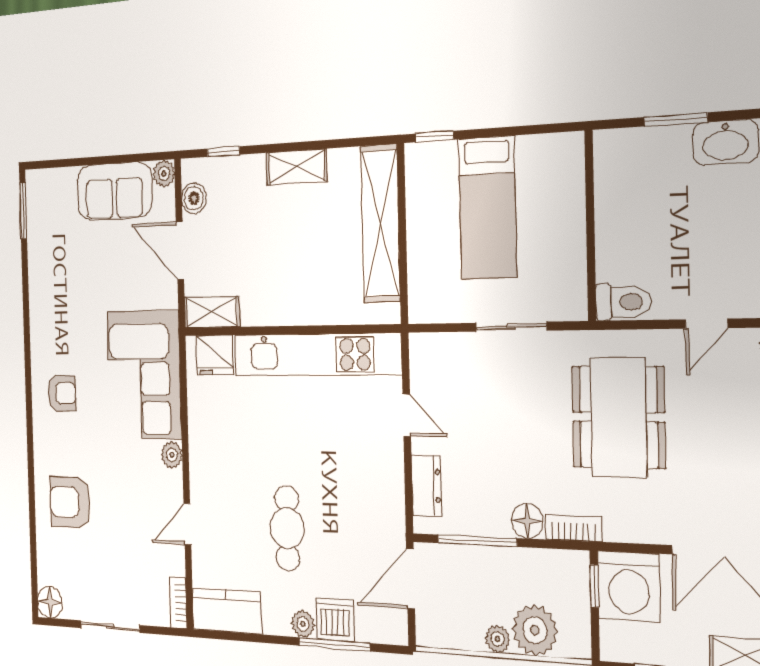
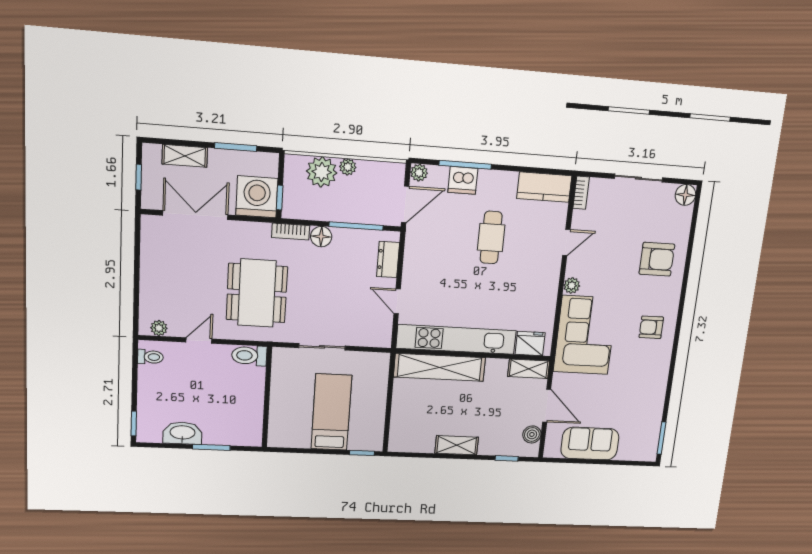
plant: (164, 173) -> (551, 450), removed
shelving: (380, 224) -> (440, 367), moved, turned 90
plant: (303, 624) -> (419, 173), moved

